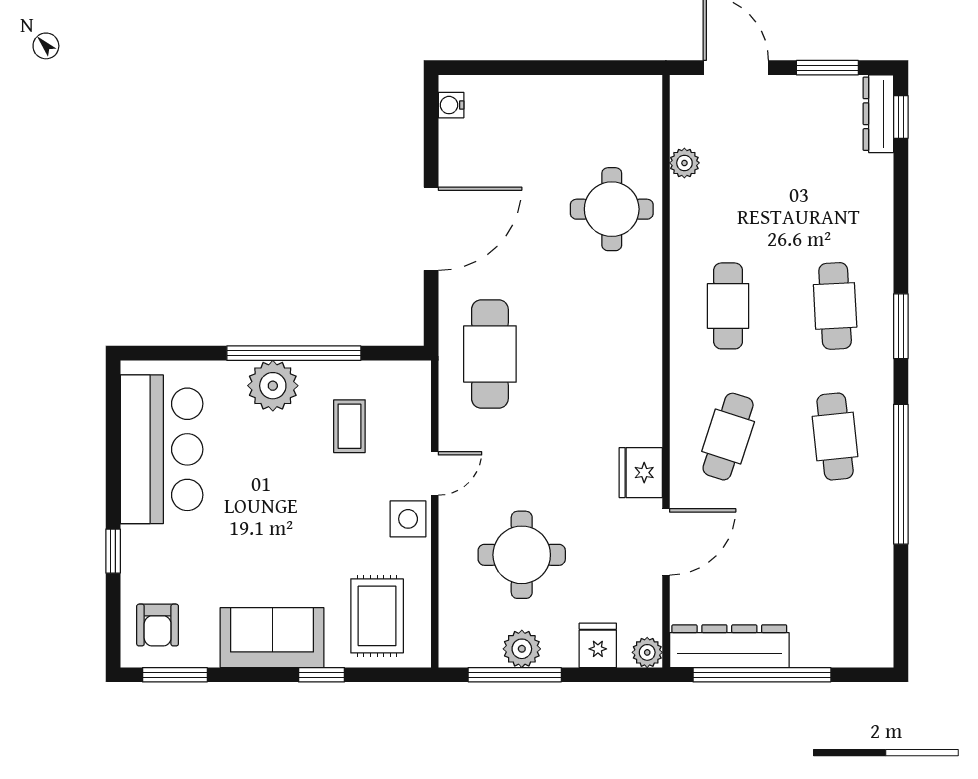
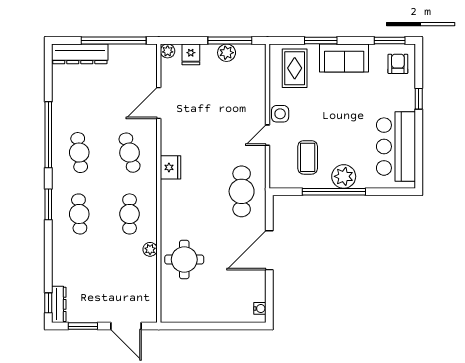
plant: (684, 163) -> (150, 249), moved
coffee table: (349, 426) -> (308, 157), width x1.36, depth x1.30
cafe table: (728, 437) -> (130, 153), turned -33
fridge: (641, 473) -> (171, 167), moved
round table: (522, 555) -> (227, 97), removed
dresser: (729, 646) -> (80, 54), moved
window: (322, 675) -> (321, 40), width x1.50

